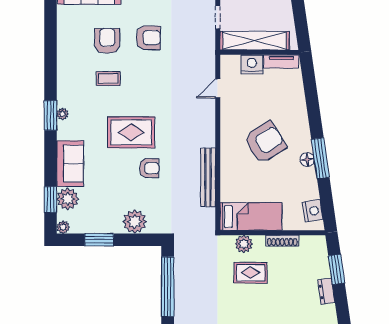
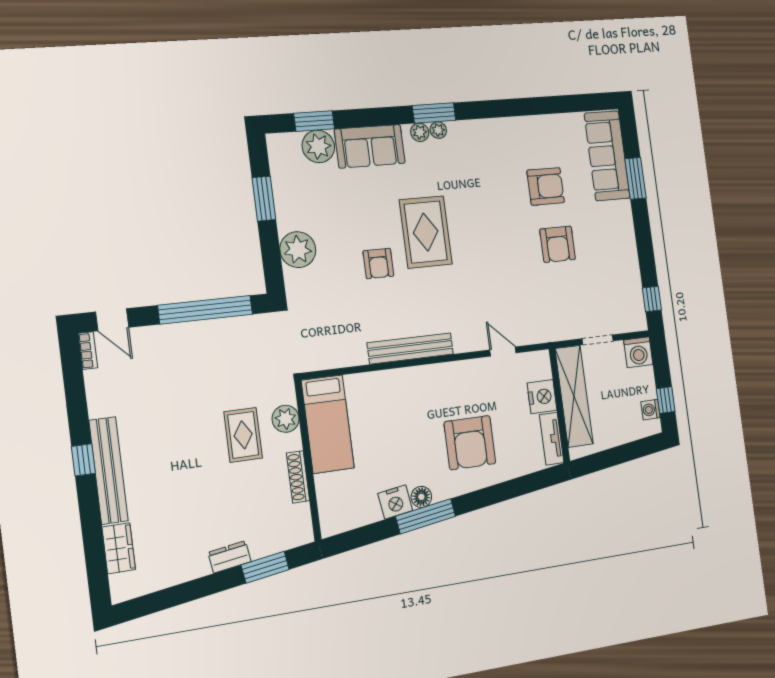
coffee table: (108, 79) -> (495, 192), removed
armchair: (265, 142) -> (470, 443), moved, turned 32
bench: (208, 177) -> (410, 348), moved
nightstand: (313, 211) -> (395, 502), moved
plant: (63, 227) -> (420, 132), moved

